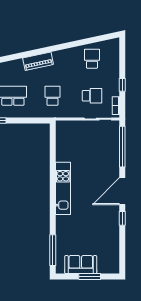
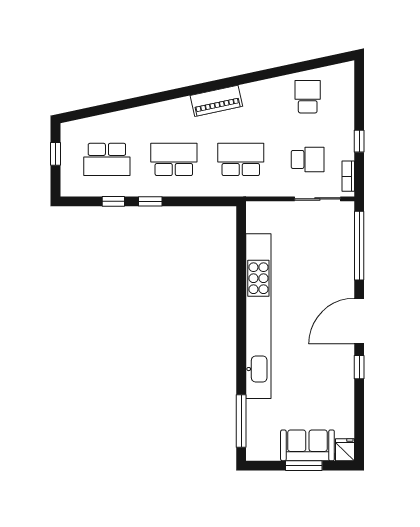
school desk: (52, 96) -> (241, 159), width x1.85
kitchen unit: (63, 188) -> (258, 316), width x1.86
sofa: (81, 265) -> (307, 445), moved
fridge: (114, 267) -> (345, 450), added

